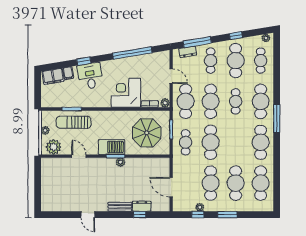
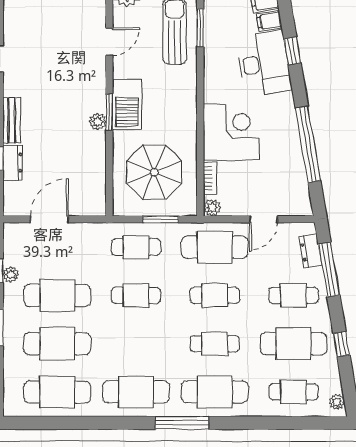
desk: (90, 76) -> (264, 63), width x1.37
cafe table: (211, 101) -> (215, 295), width x0.73, depth x0.74
cafe table: (211, 142) -> (136, 295), width x0.73, depth x0.74

